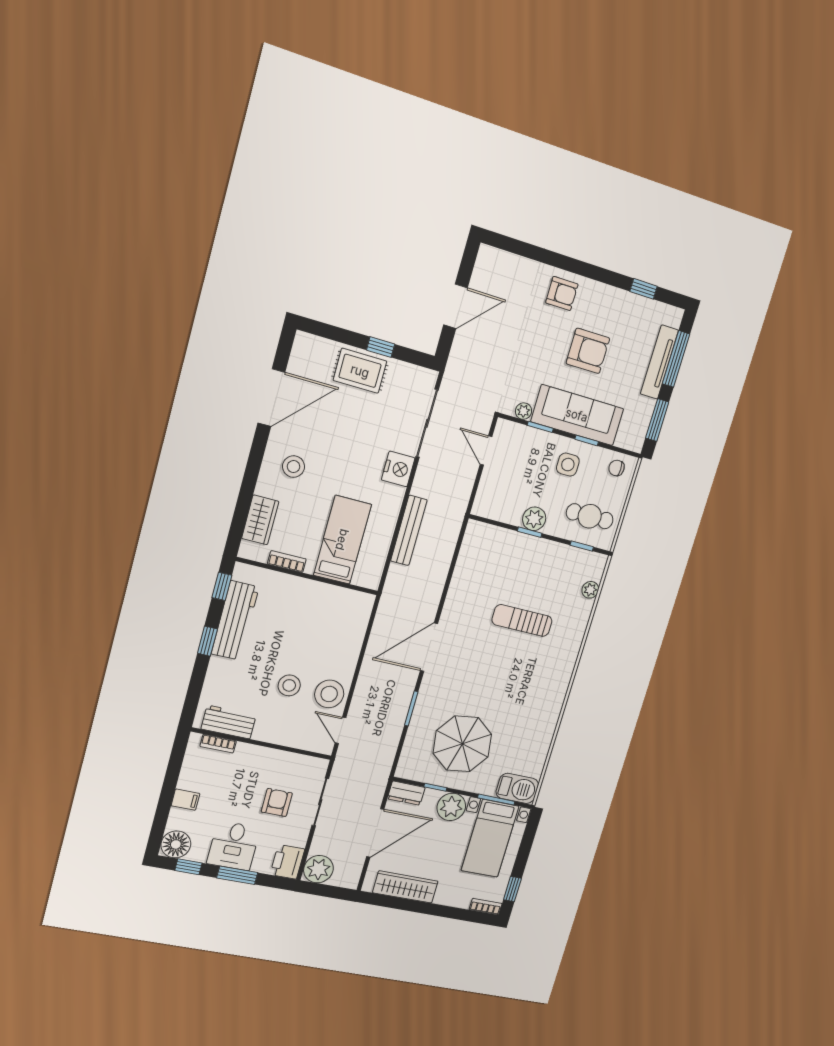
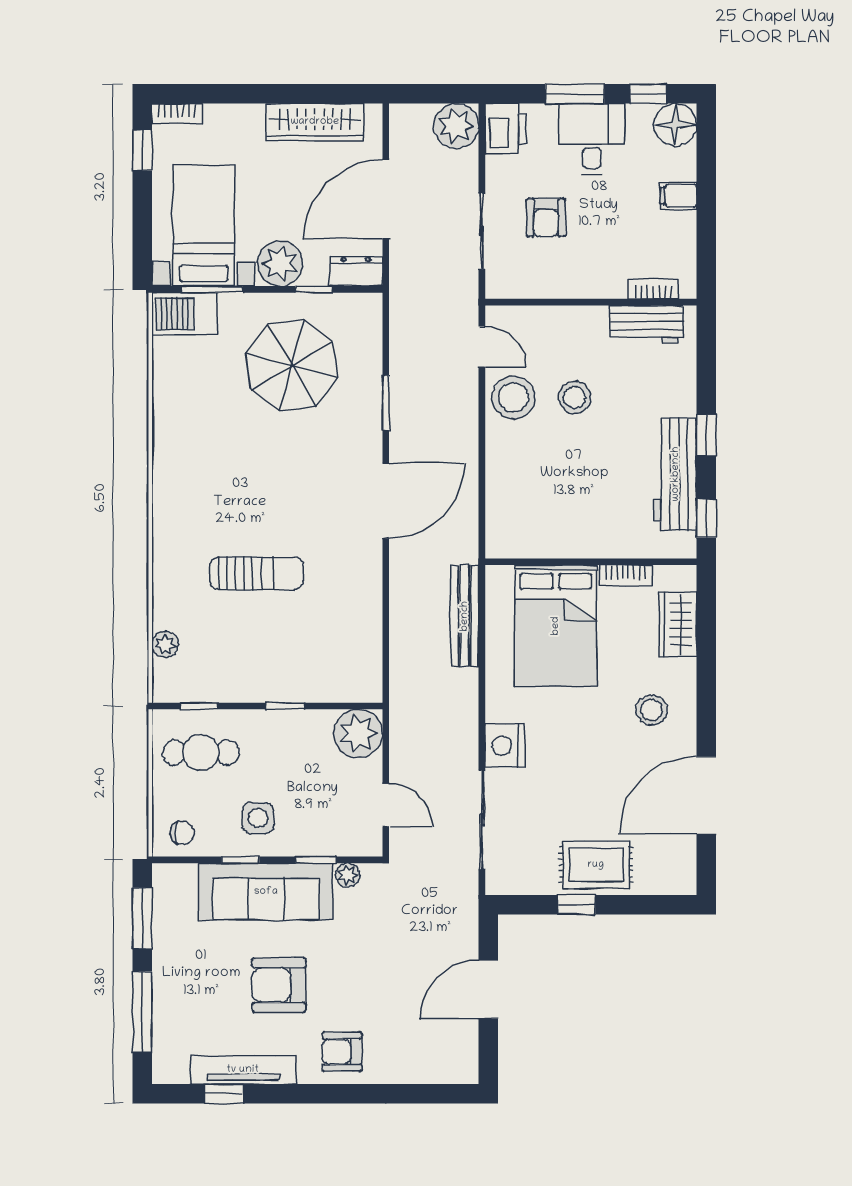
tv unit: (659, 362) -> (243, 1070), moved, turned -90
plant: (534, 519) -> (358, 734), moved, width x1.36, depth x1.36
bench: (409, 530) -> (465, 616), moved
bed: (342, 540) -> (556, 626), width x1.50

